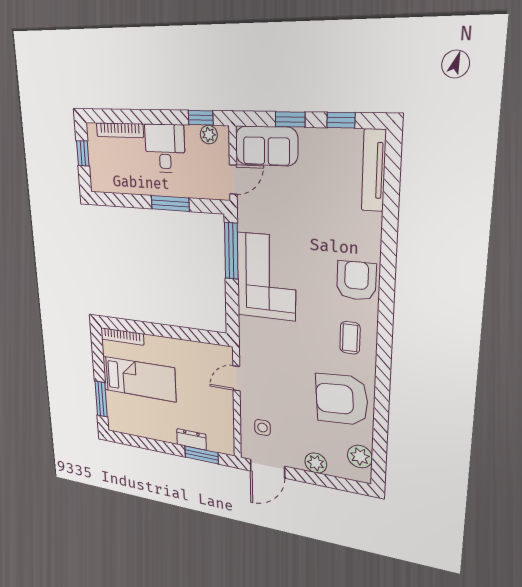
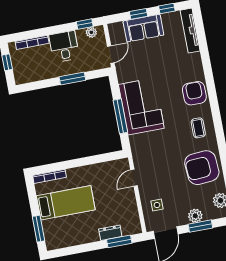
sofa: (266, 146) -> (143, 28), moved
window: (231, 251) -> (120, 116), moved
window: (320, 480) -> (200, 226), added

